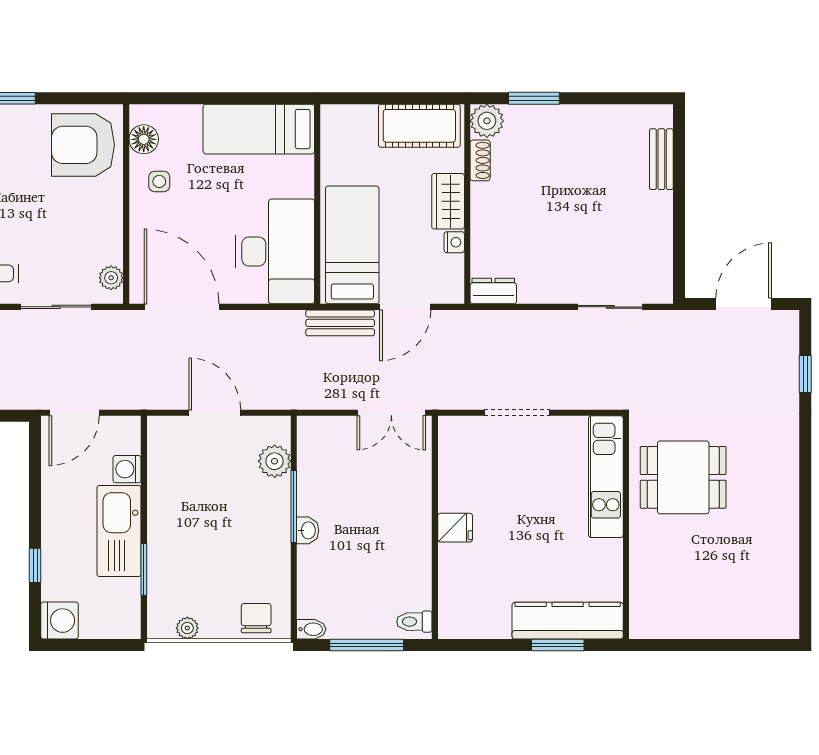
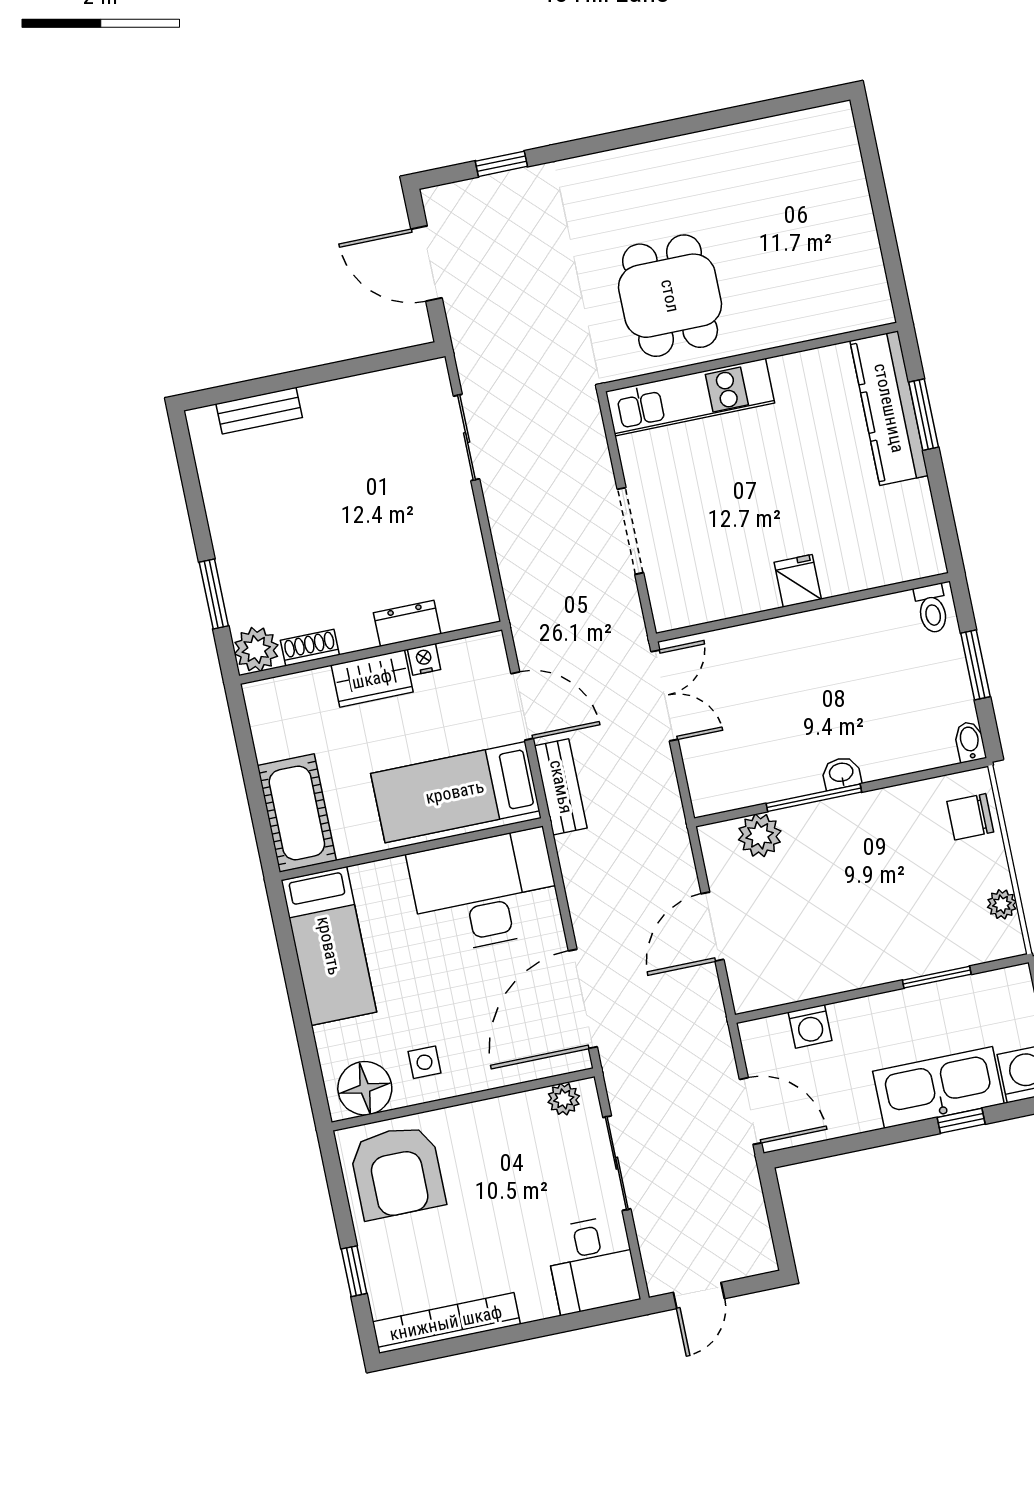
cot: (419, 126) -> (297, 813), moved
floor lamp: (144, 139) -> (365, 1088), width x1.38, depth x1.38
dresser: (493, 291) -> (407, 623), moved, turned 90
kitchen sink: (119, 531) -> (938, 1087), moved, turned 180
window: (367, 645) -> (975, 665), width x0.69

